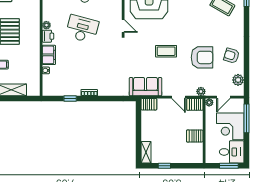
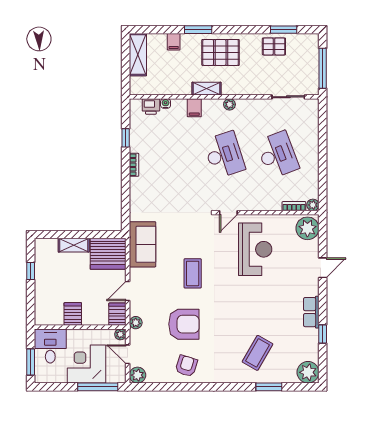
desk: (82, 29) -> (224, 155), turned -33
printer: (48, 36) -> (151, 106), moved
shelving: (35, 41) -> (206, 89), added
filing cabinet: (49, 55) -> (194, 108), width x0.50
armchair: (202, 57) -> (184, 324), turned -90
plant: (238, 80) -> (138, 375), moved
server rack: (149, 104) -> (108, 254), width x2.18, depth x1.44
shelving: (146, 152) -> (74, 245), moved
desk: (232, 152) -> (50, 346), moved, turned 180

